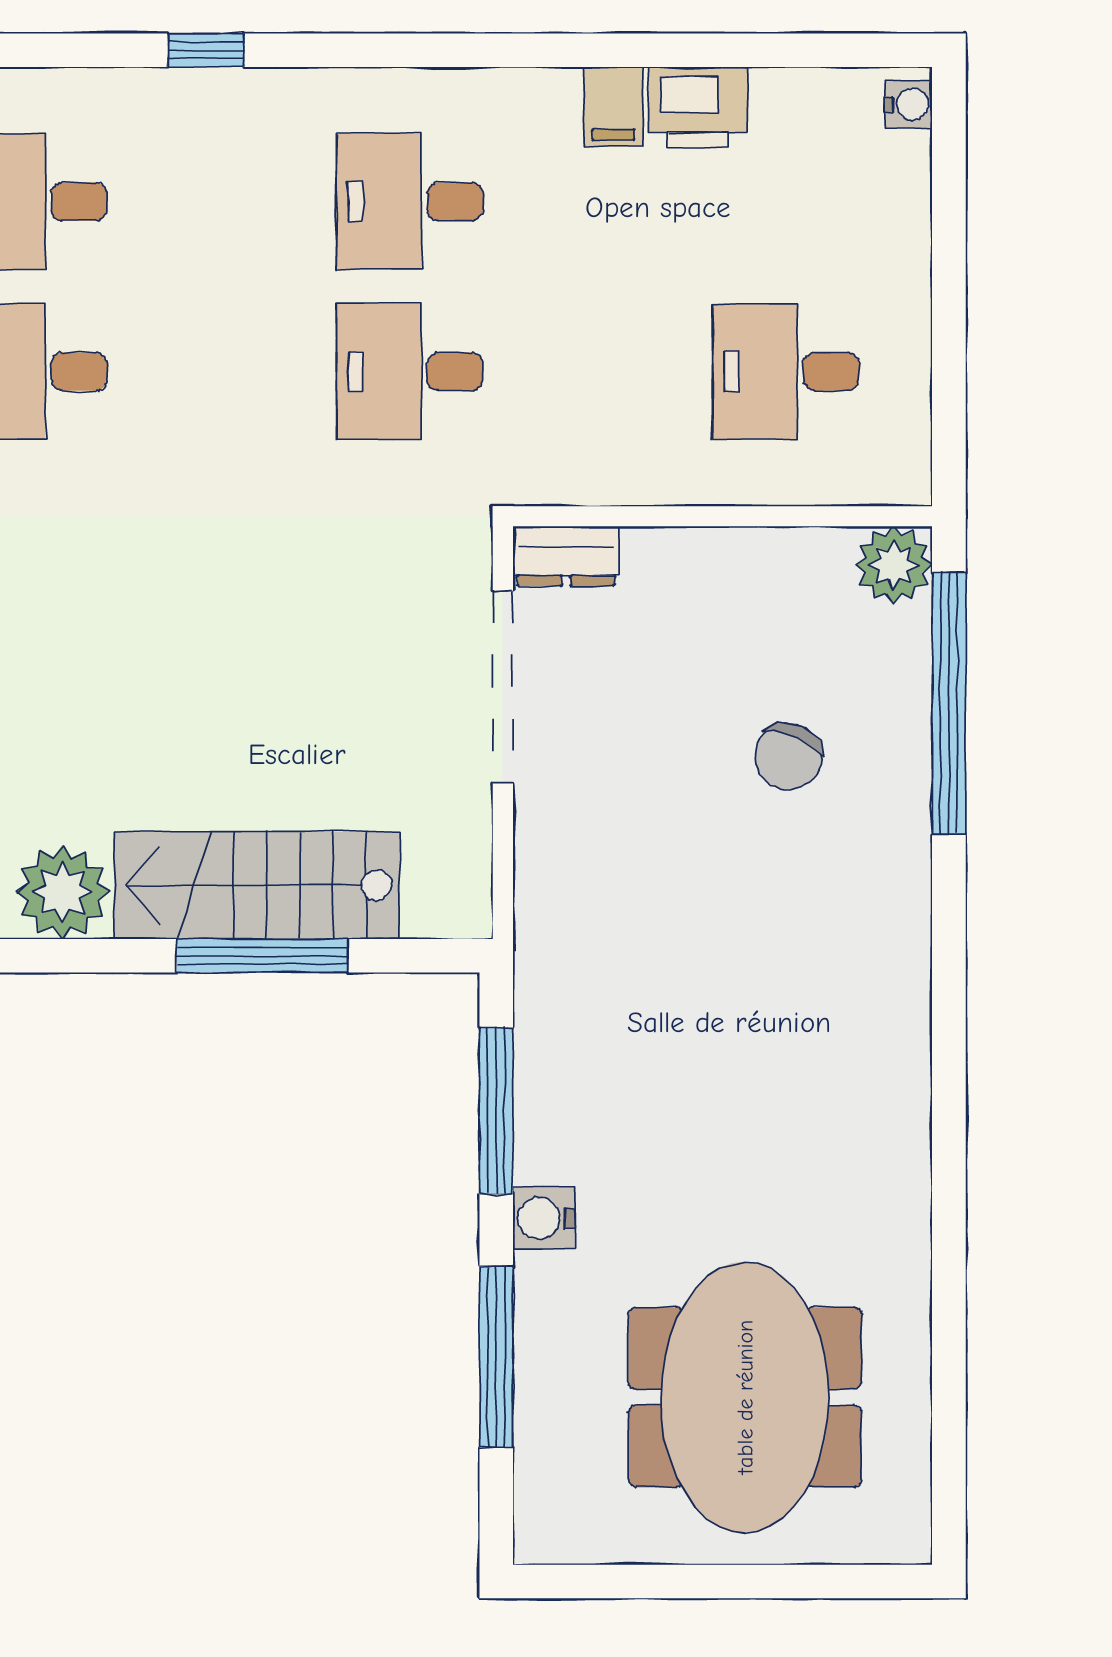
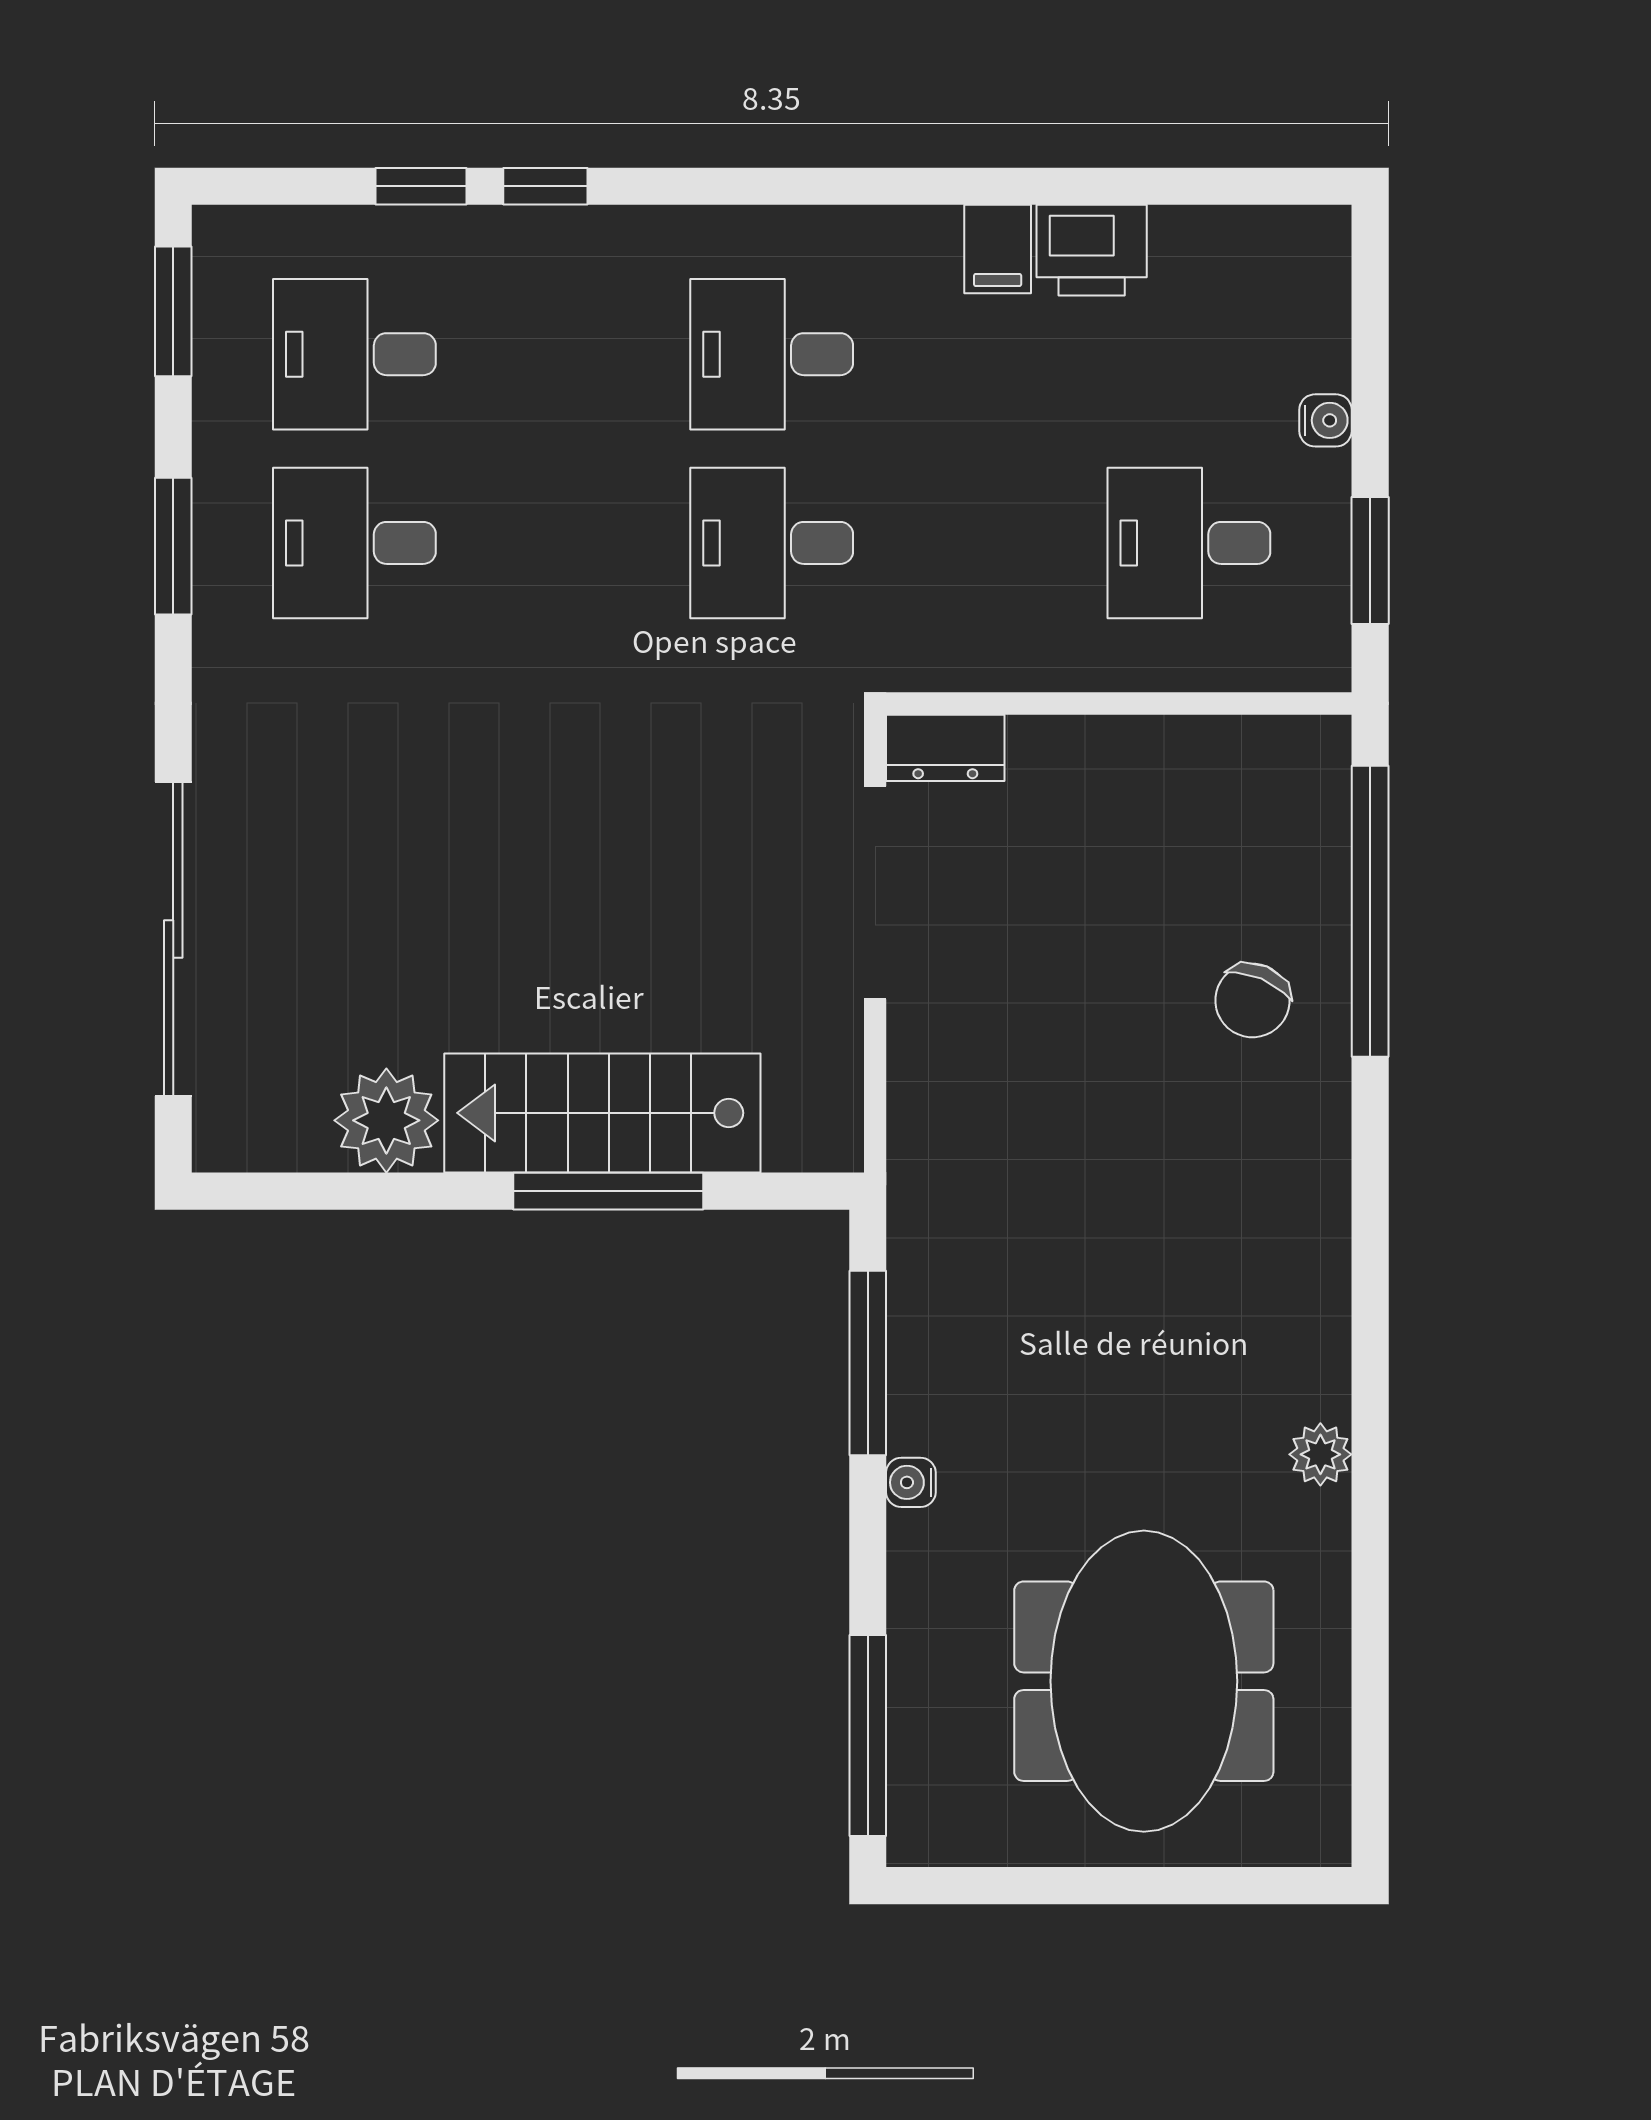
window: (94, 50) -> (421, 186), added
water cooler: (909, 104) -> (1326, 420), moved
window: (949, 387) -> (1370, 560), added
plant: (894, 565) -> (1320, 1454), moved, width x0.73, depth x0.73
chair: (788, 757) -> (1252, 1000), moved
water cooler: (544, 1218) -> (911, 1482), width x0.72, depth x0.72
window: (496, 1357) -> (868, 1736), moved

